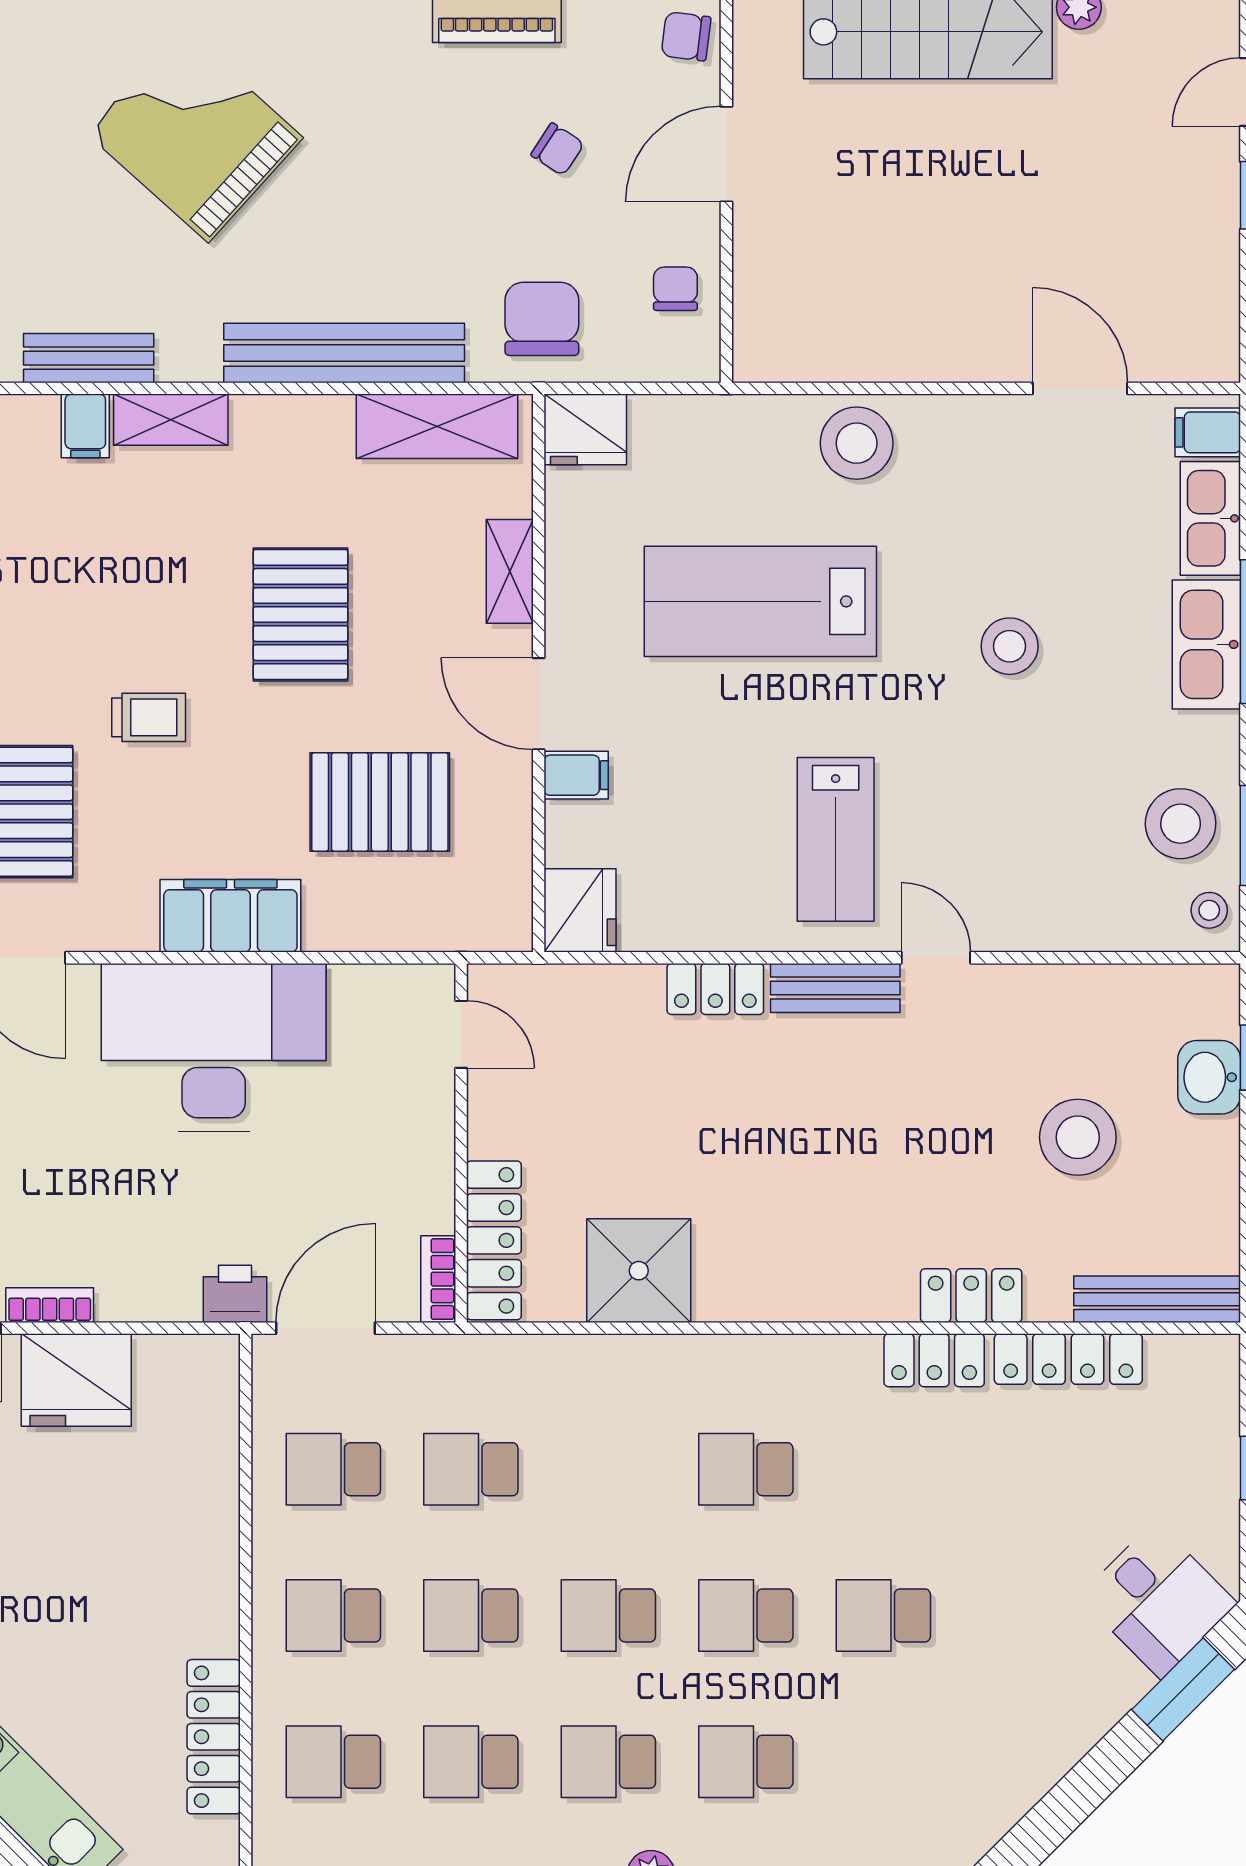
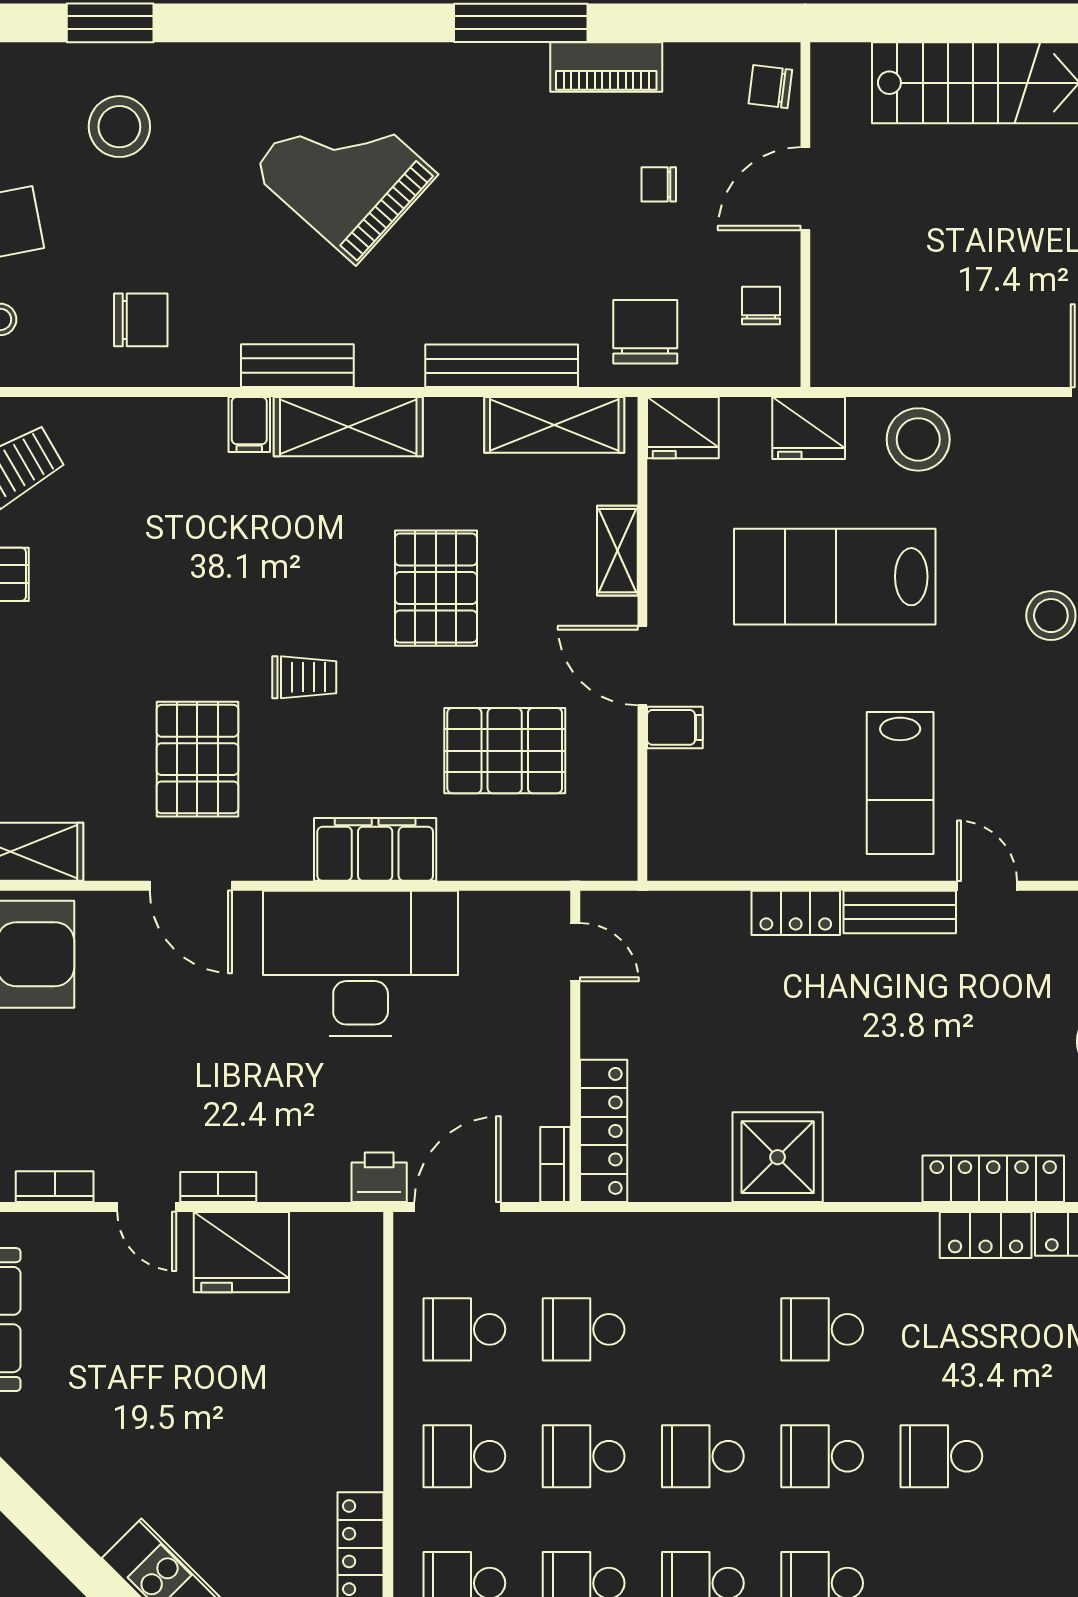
chair: (557, 149) -> (659, 184), turned 147
bench: (344, 353) -> (502, 366), width x0.73, depth x0.82
bench: (89, 358) -> (297, 366), moved
shelving: (171, 420) -> (348, 427), width x1.50, depth x1.33
fridge: (580, 910) -> (809, 428), moved, turned 90
shower: (639, 1271) -> (778, 1157), moved
locker: (971, 1296) -> (993, 1179), width x1.53

